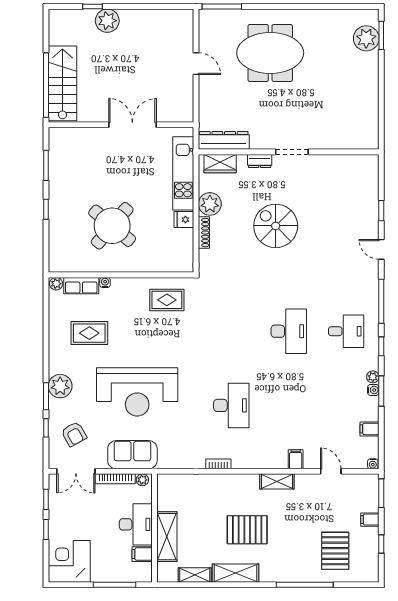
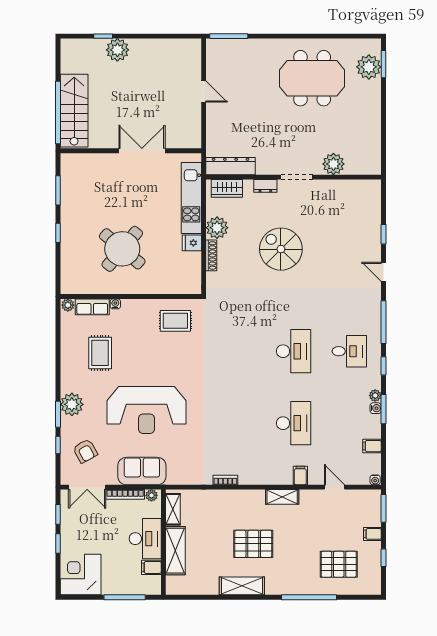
meeting table: (270, 53) -> (312, 78), moved
plant: (330, 138) -> (333, 164), added
rug: (89, 333) -> (100, 353), turned 90
desk: (231, 405) -> (294, 423), moved
pallet: (335, 551) -> (339, 564), turned 90
shelving: (195, 575) -> (173, 509), moved, turned 90

